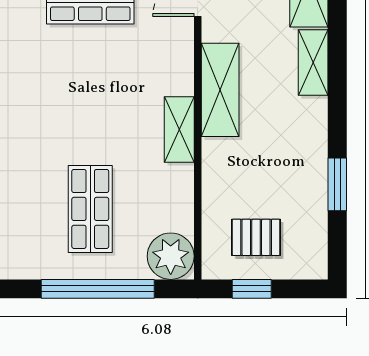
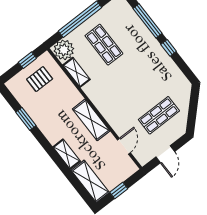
shelving: (179, 129) -> (77, 72), moved

